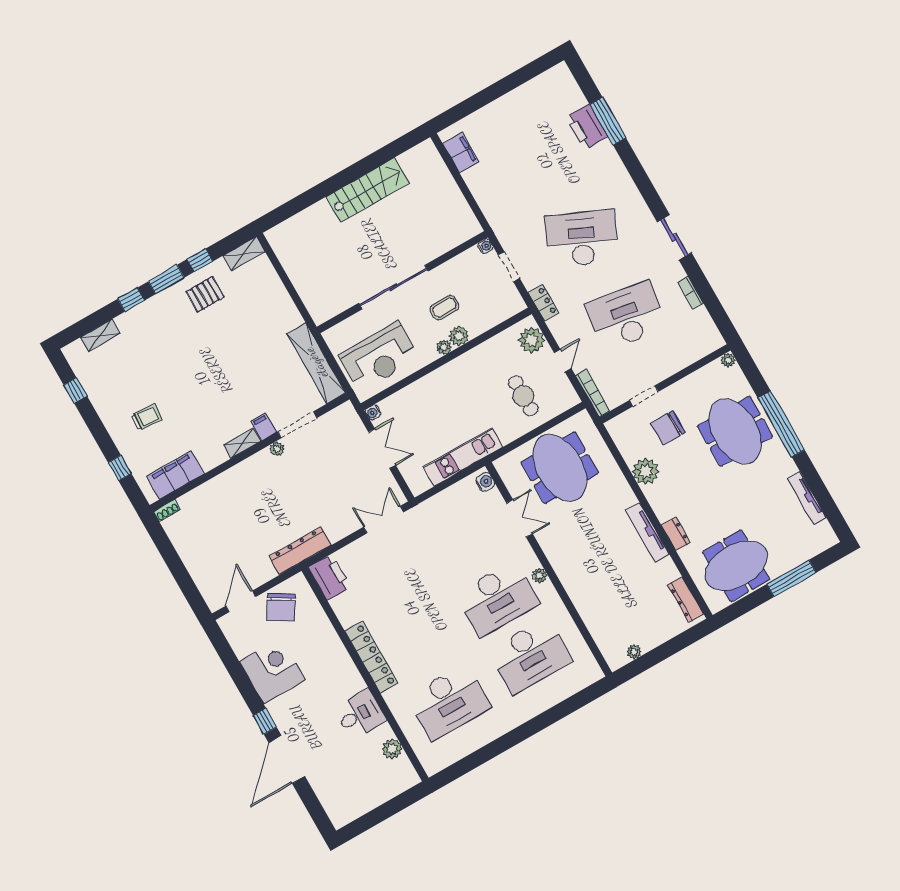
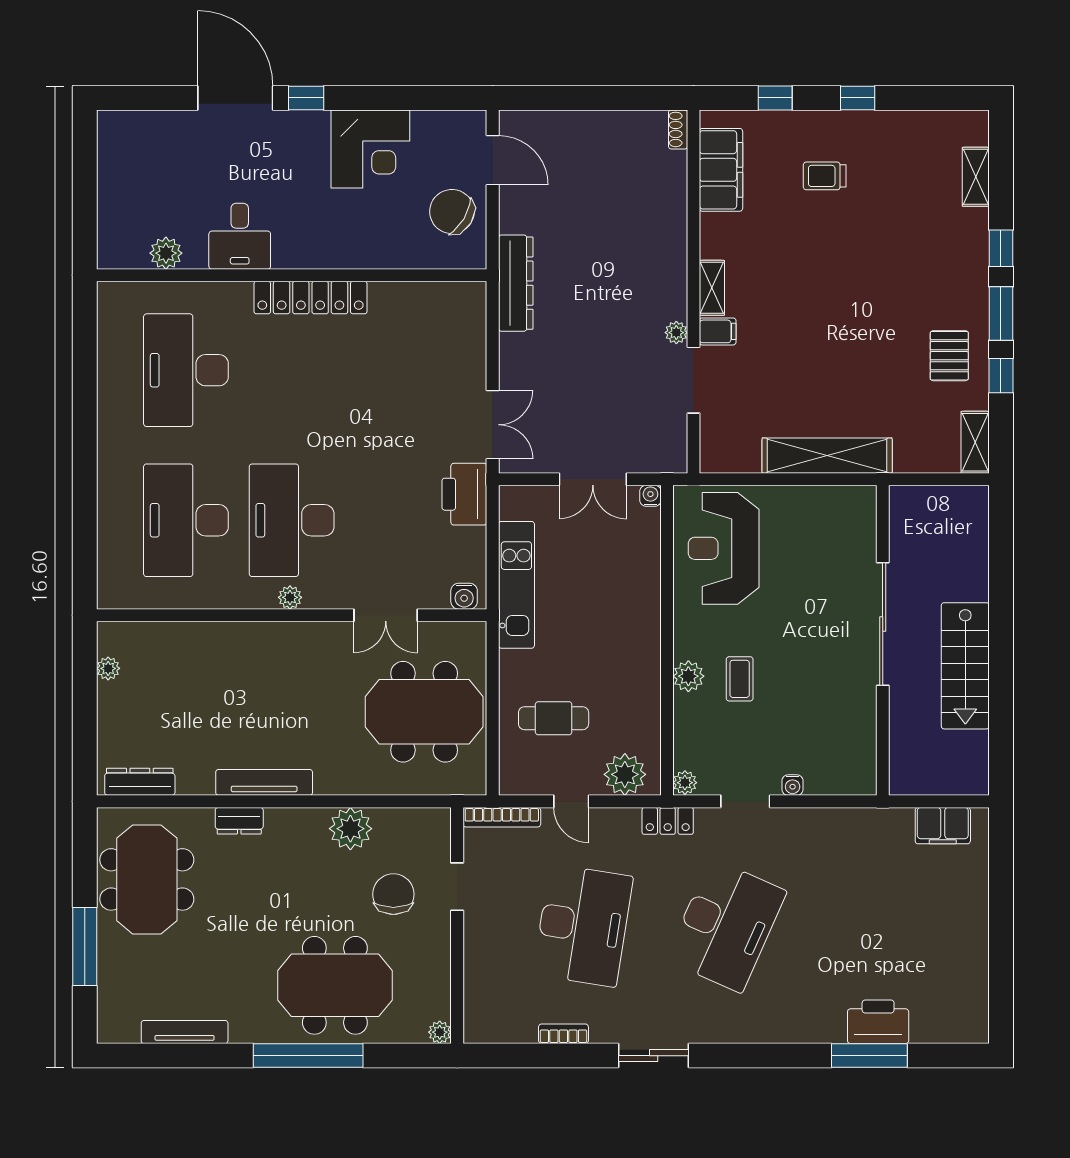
wall: (402, 282) -> (883, 640), moved
sliding door: (393, 287) -> (883, 624), moved
plant: (444, 347) -> (685, 783), moved
shelving: (316, 363) -> (827, 456), moved
window: (75, 390) -> (858, 98), moved
trolley: (147, 417) -> (825, 176), turned 85
printer: (330, 577) -> (464, 494), moved, turned 90

